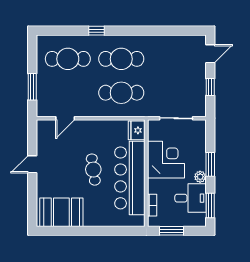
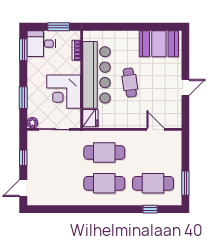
window: (96, 31) -> (150, 209), moved
window: (32, 87) -> (185, 183), moved
door: (65, 118) -> (156, 129), hinge flipped
window: (210, 164) -> (23, 98), moved
plant: (200, 177) -> (32, 123), moved
desk: (191, 198) -> (41, 44), moved

